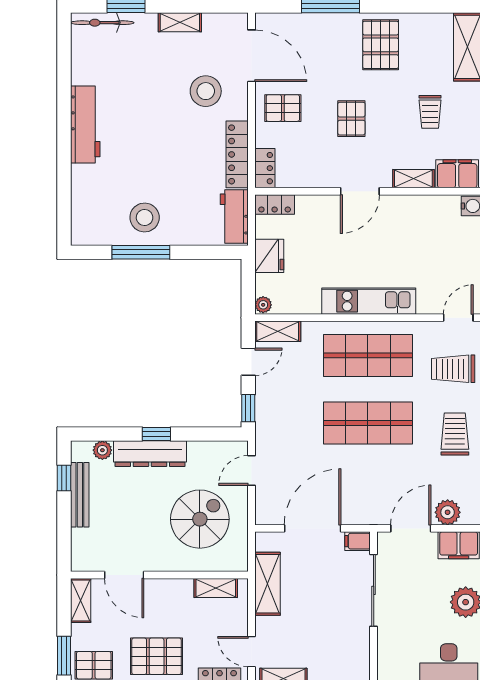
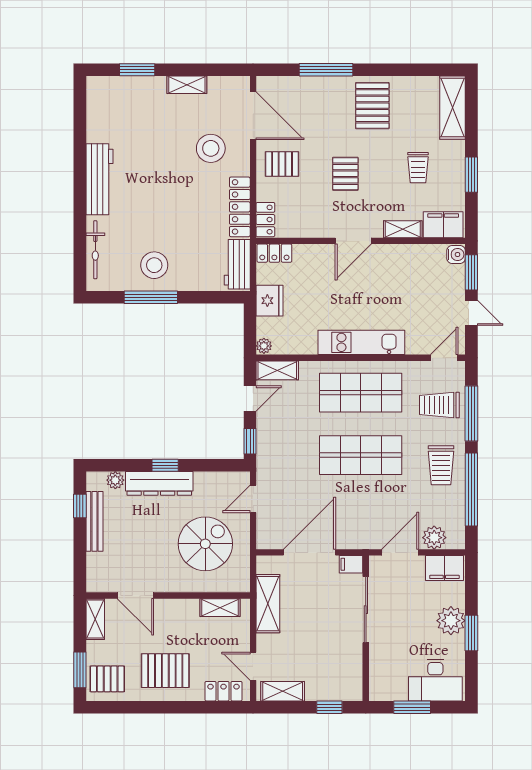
bicycle: (102, 23) -> (95, 250), moved, turned -90
trolley: (455, 434) -> (441, 465), turned 180

